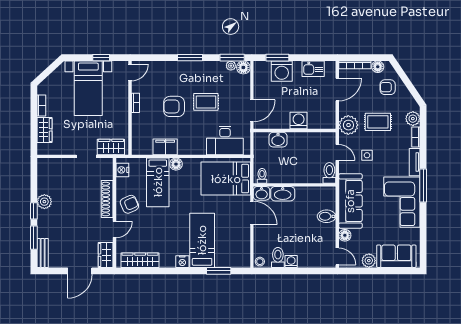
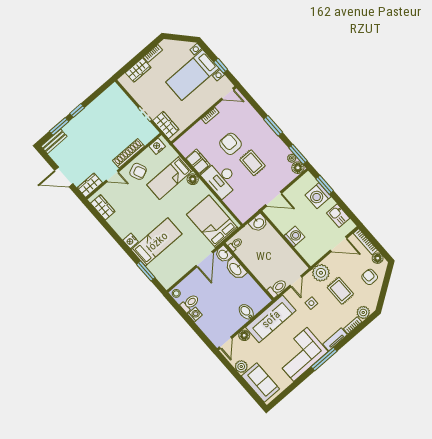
desk: (225, 140) -> (221, 179), moved
washbasin: (278, 140) -> (258, 223), moved, turned -90
plant: (44, 202) -> (90, 112), removed
wardrobe: (140, 260) -> (103, 207), width x0.67

